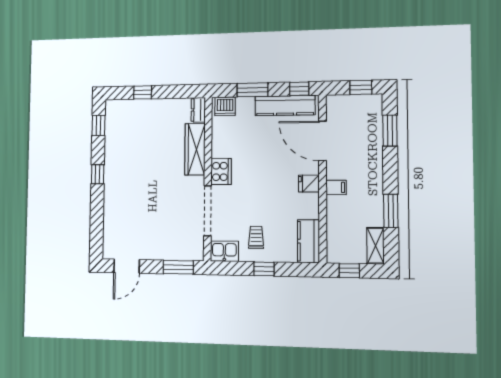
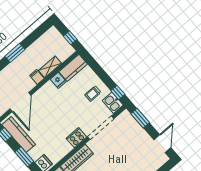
fridge: (309, 183) -> (58, 80), moved
window: (391, 211) -> (15, 53), moved
shelving: (376, 246) -> (50, 67), moved
door: (127, 266) -> (162, 144), hinge flipped
window: (264, 269) -> (118, 92), moved

